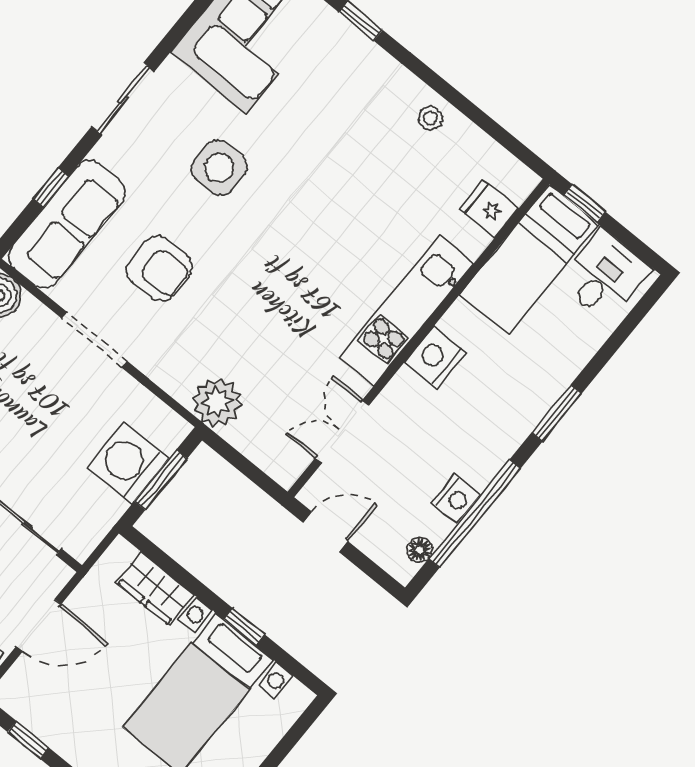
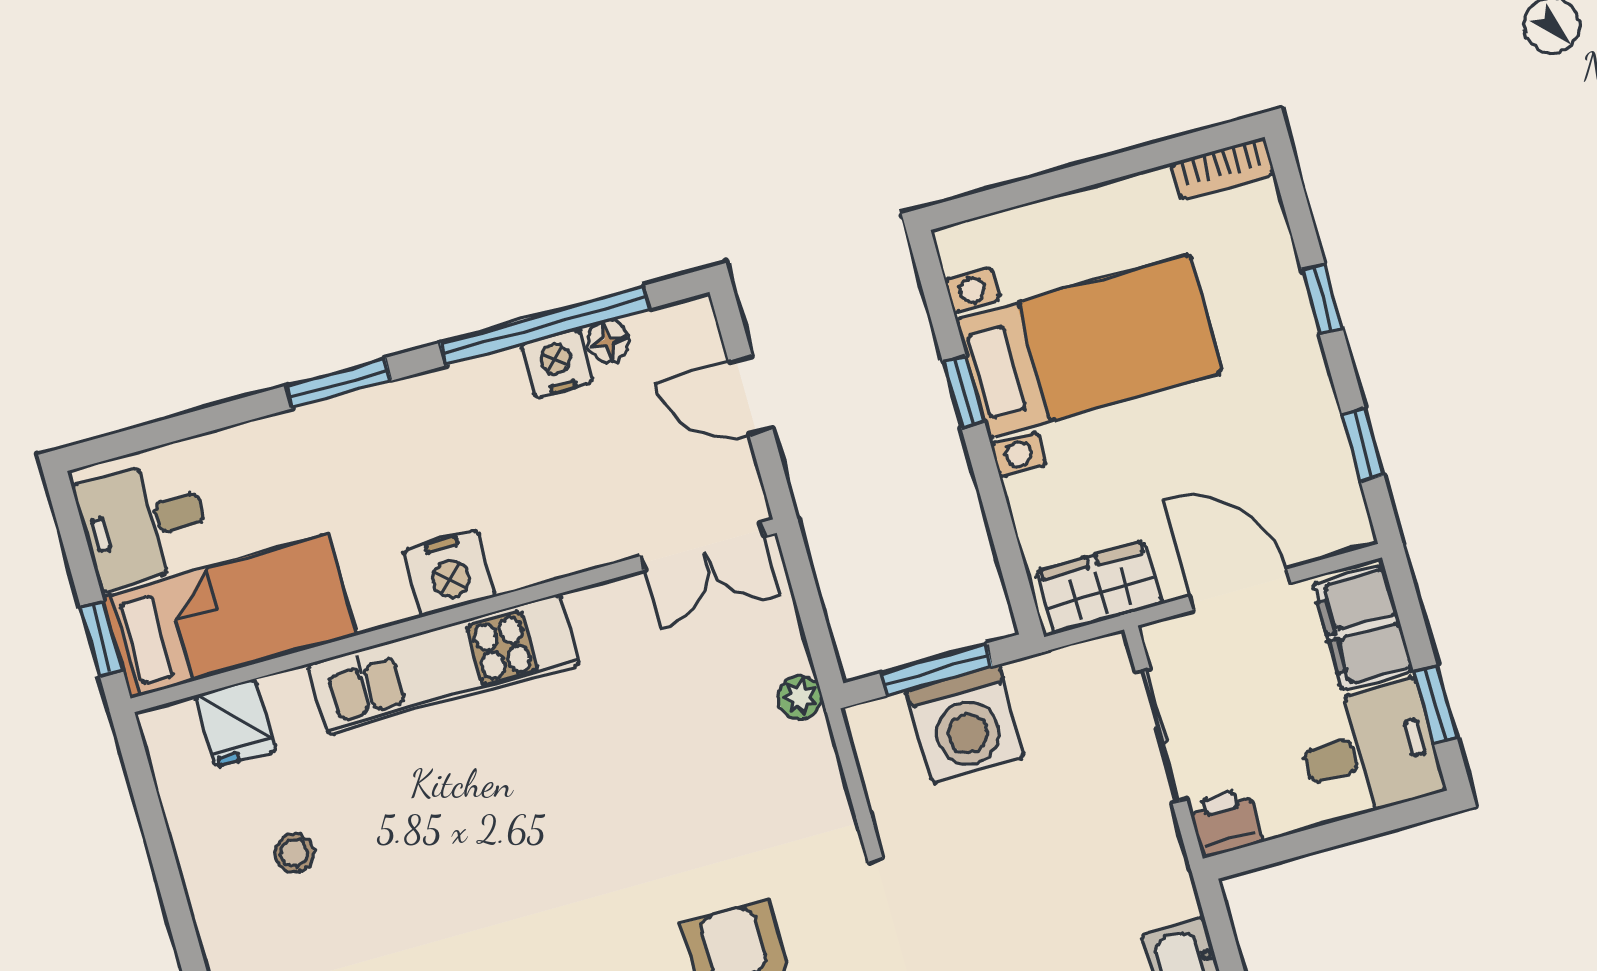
stool: (430, 118) -> (294, 853), moved
plant: (217, 402) -> (800, 697), width x0.53, depth x0.53
double door: (342, 432) -> (703, 546), moved
door: (325, 532) -> (751, 395), moved
floor lamp: (420, 550) -> (609, 342), moved
wardrobe: (155, 589) -> (1099, 588), moved, turned -90

